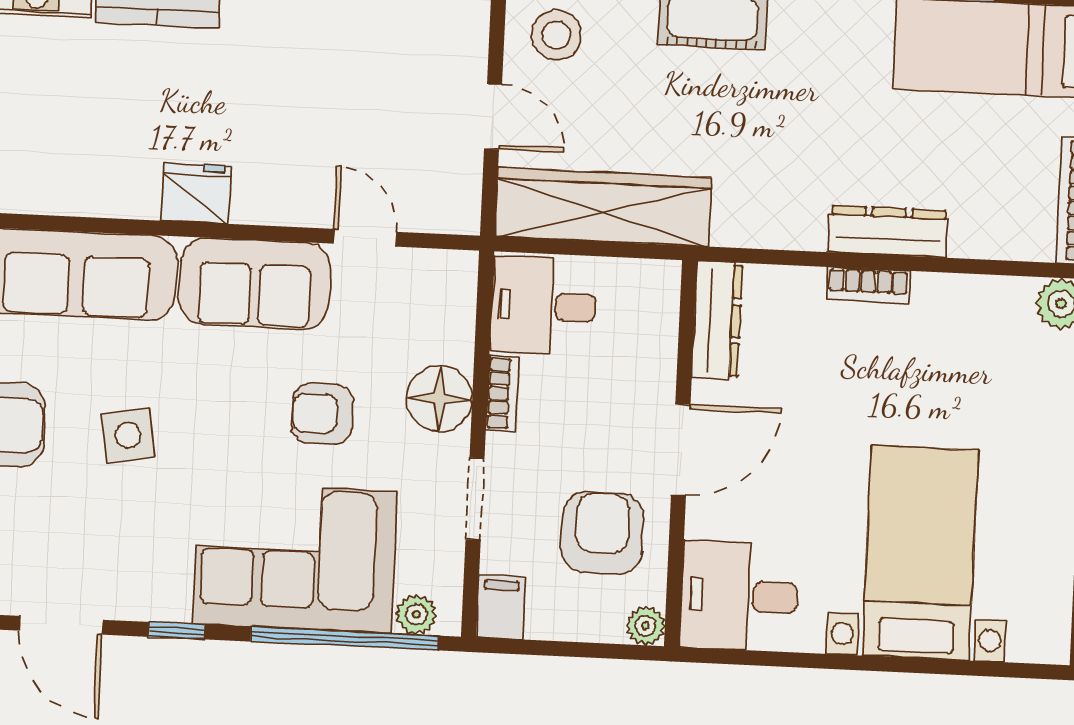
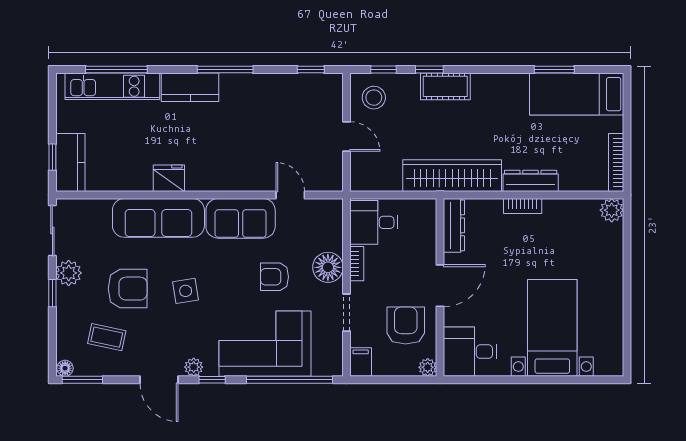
fridge: (196, 193) -> (169, 178), moved
wardrobe: (603, 207) -> (452, 176), moved
plant: (416, 614) -> (194, 367), moved

